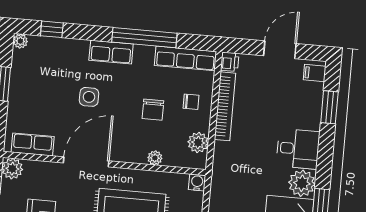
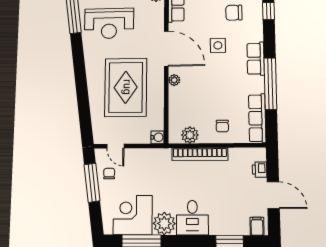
printer: (230, 62) -> (260, 170), moved, turned 90
bookcase: (225, 106) -> (200, 154), moved
chair: (153, 110) -> (234, 13), moved
plant: (155, 158) -> (174, 80), moved

